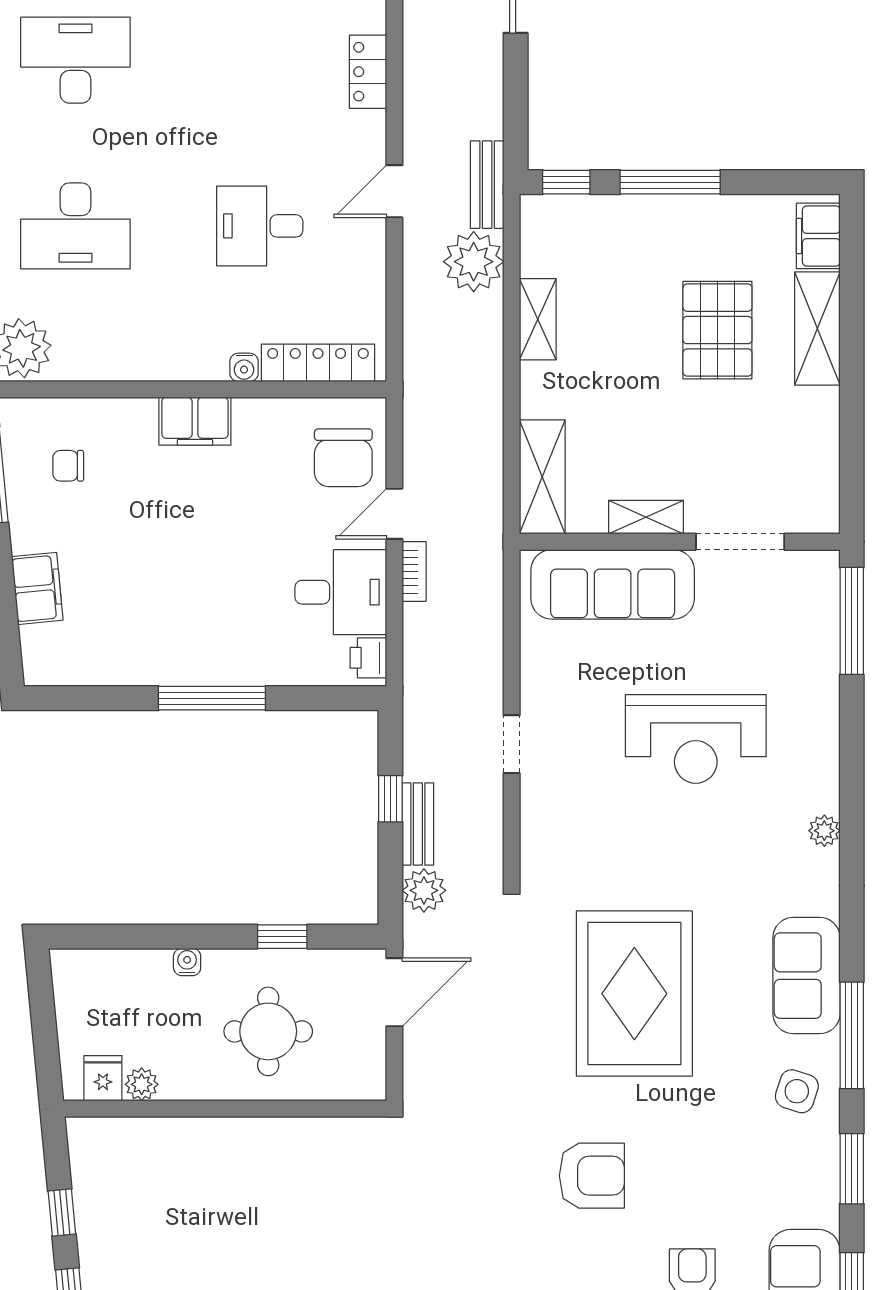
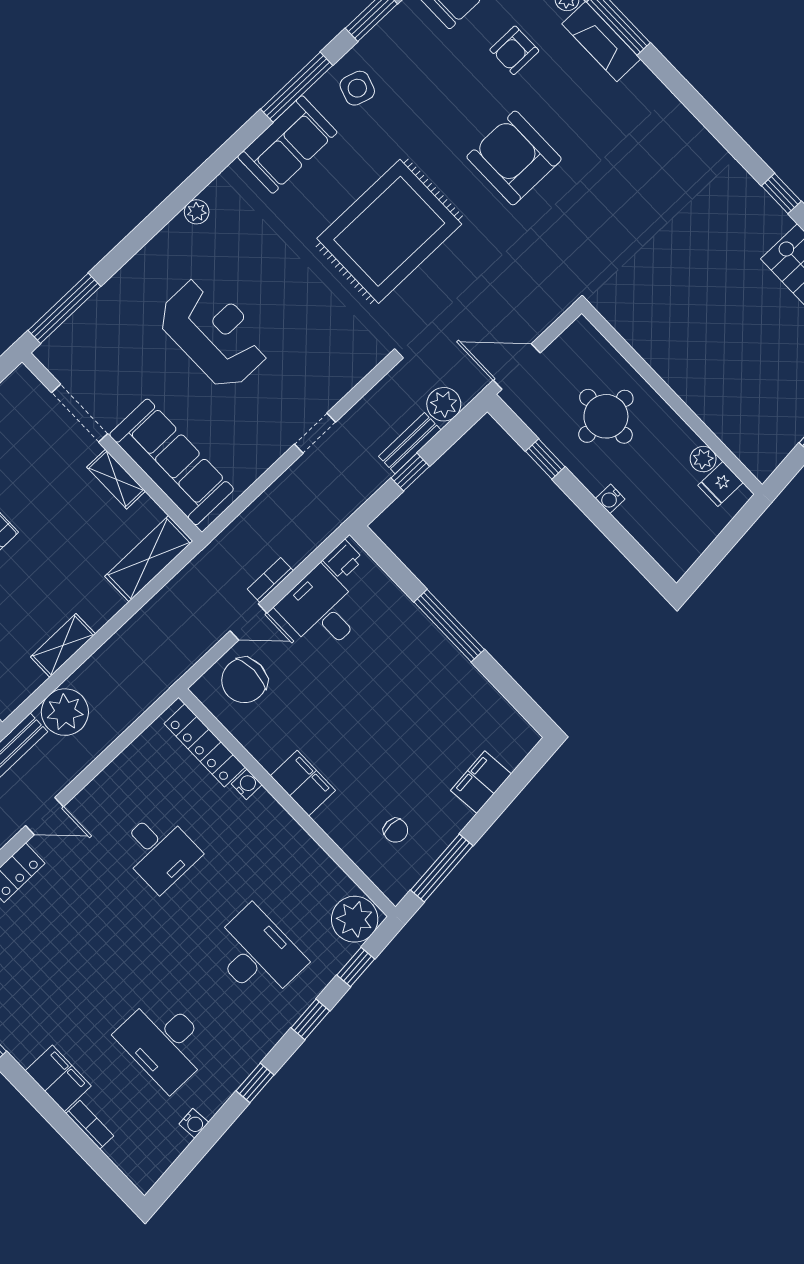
door: (394, 191) -> (45, 816), moved
chair: (343, 458) -> (244, 680), turned 180
armchair: (592, 1176) -> (514, 158), width x1.36, depth x1.36

